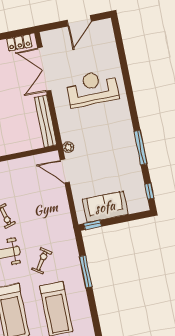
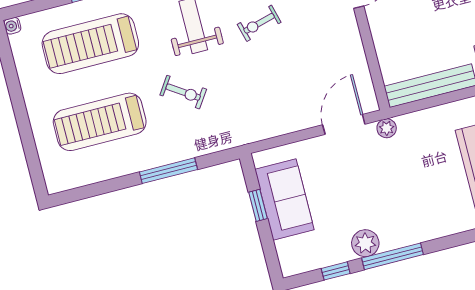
plant: (132, 163) -> (365, 243), added
window: (149, 191) -> (336, 271), moved
window: (93, 225) -> (258, 205), moved

